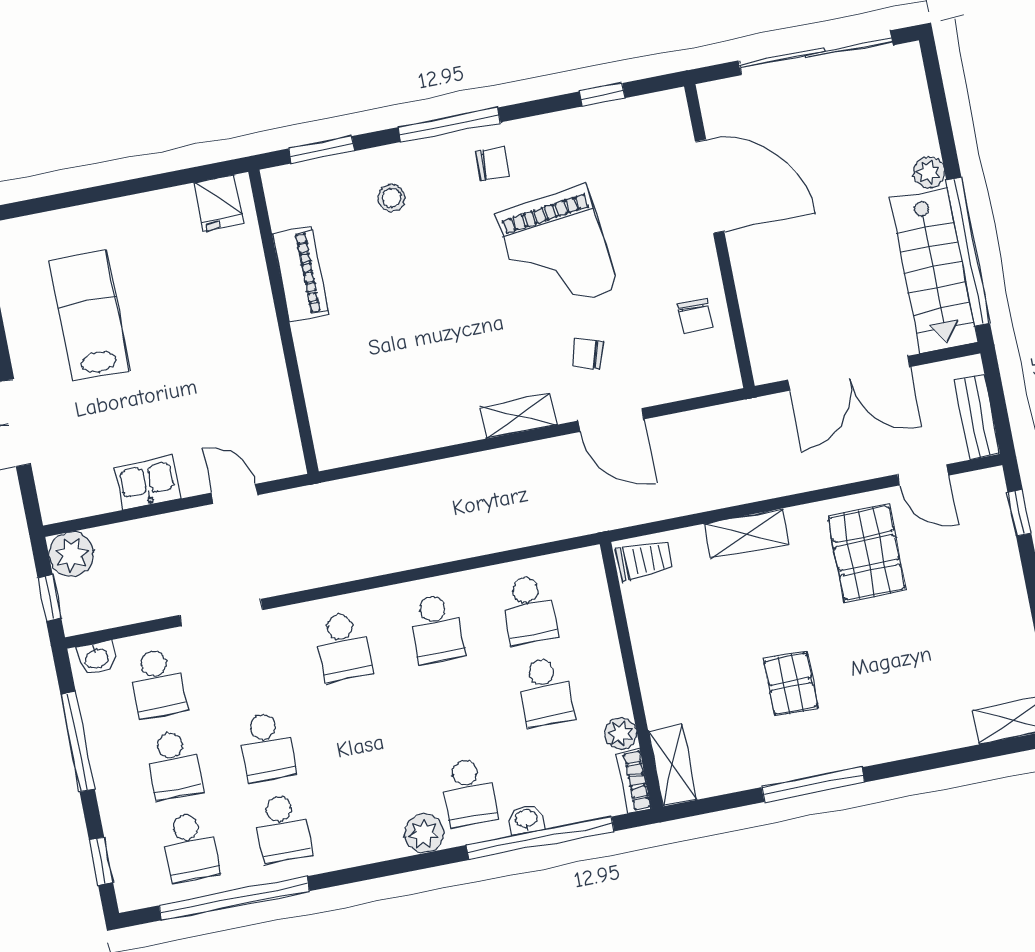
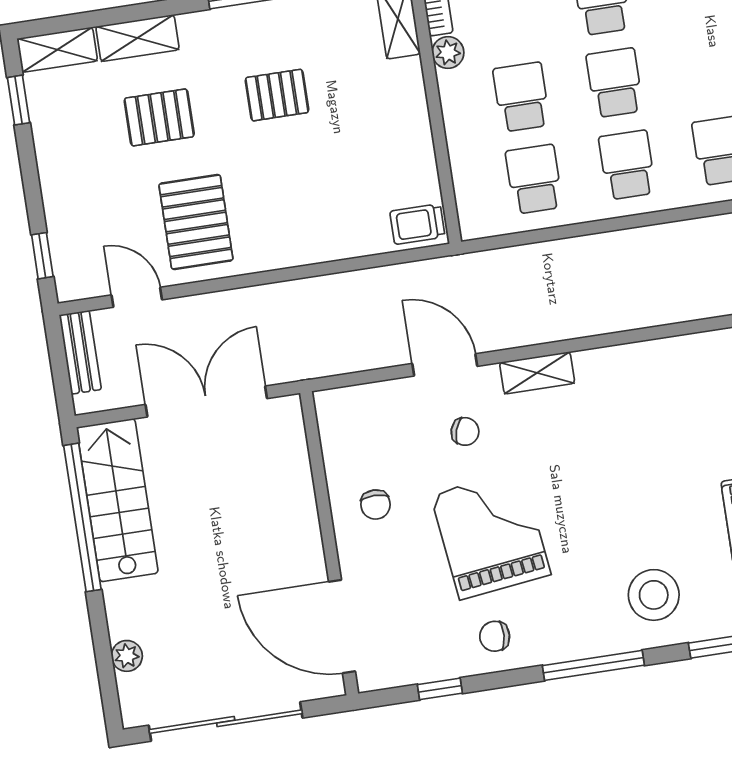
chair: (493, 164) -> (495, 636), moved
plant: (929, 172) -> (127, 656), moved
door: (710, 186) -> (342, 627), moved
stool: (392, 198) -> (654, 595), width x1.89, depth x1.89
chair: (695, 316) -> (375, 505), moved, turned 180
shelving: (746, 534) -> (137, 38), moved
pallet: (908, 656) -> (159, 117), added
pallet: (791, 684) -> (277, 95), turned 90
school desk: (452, 710) -> (615, 83), added

